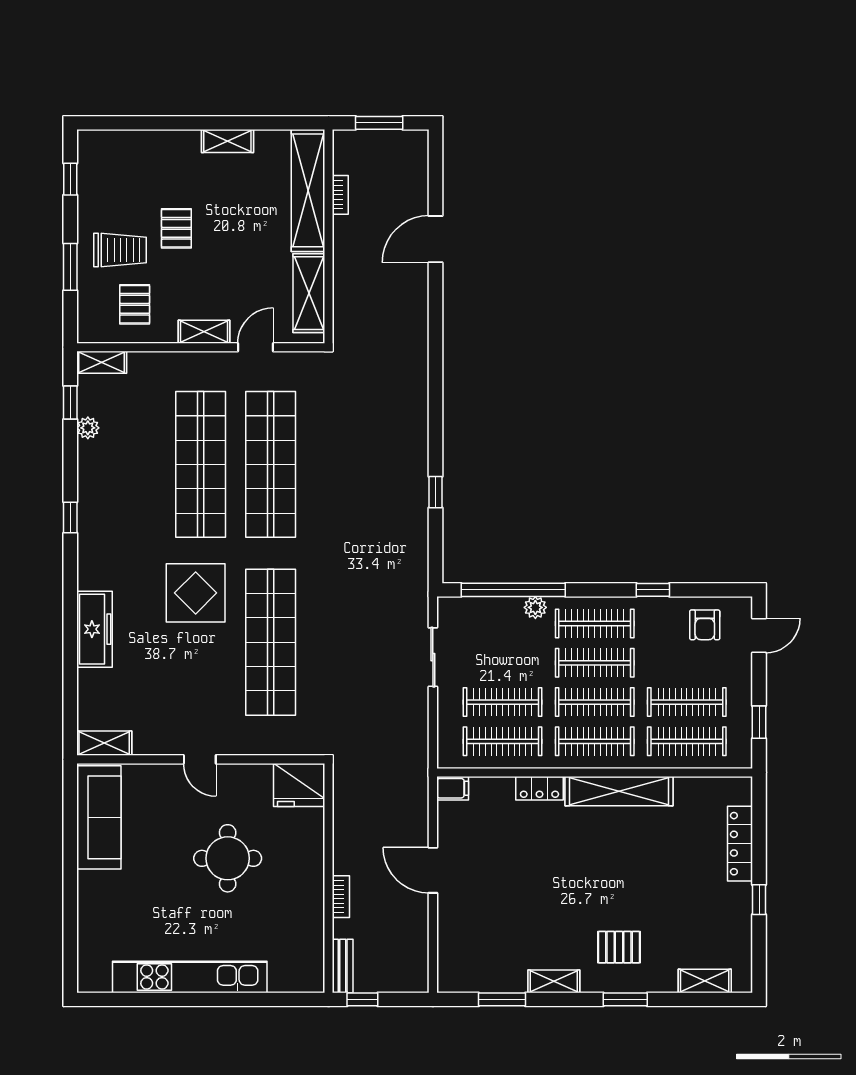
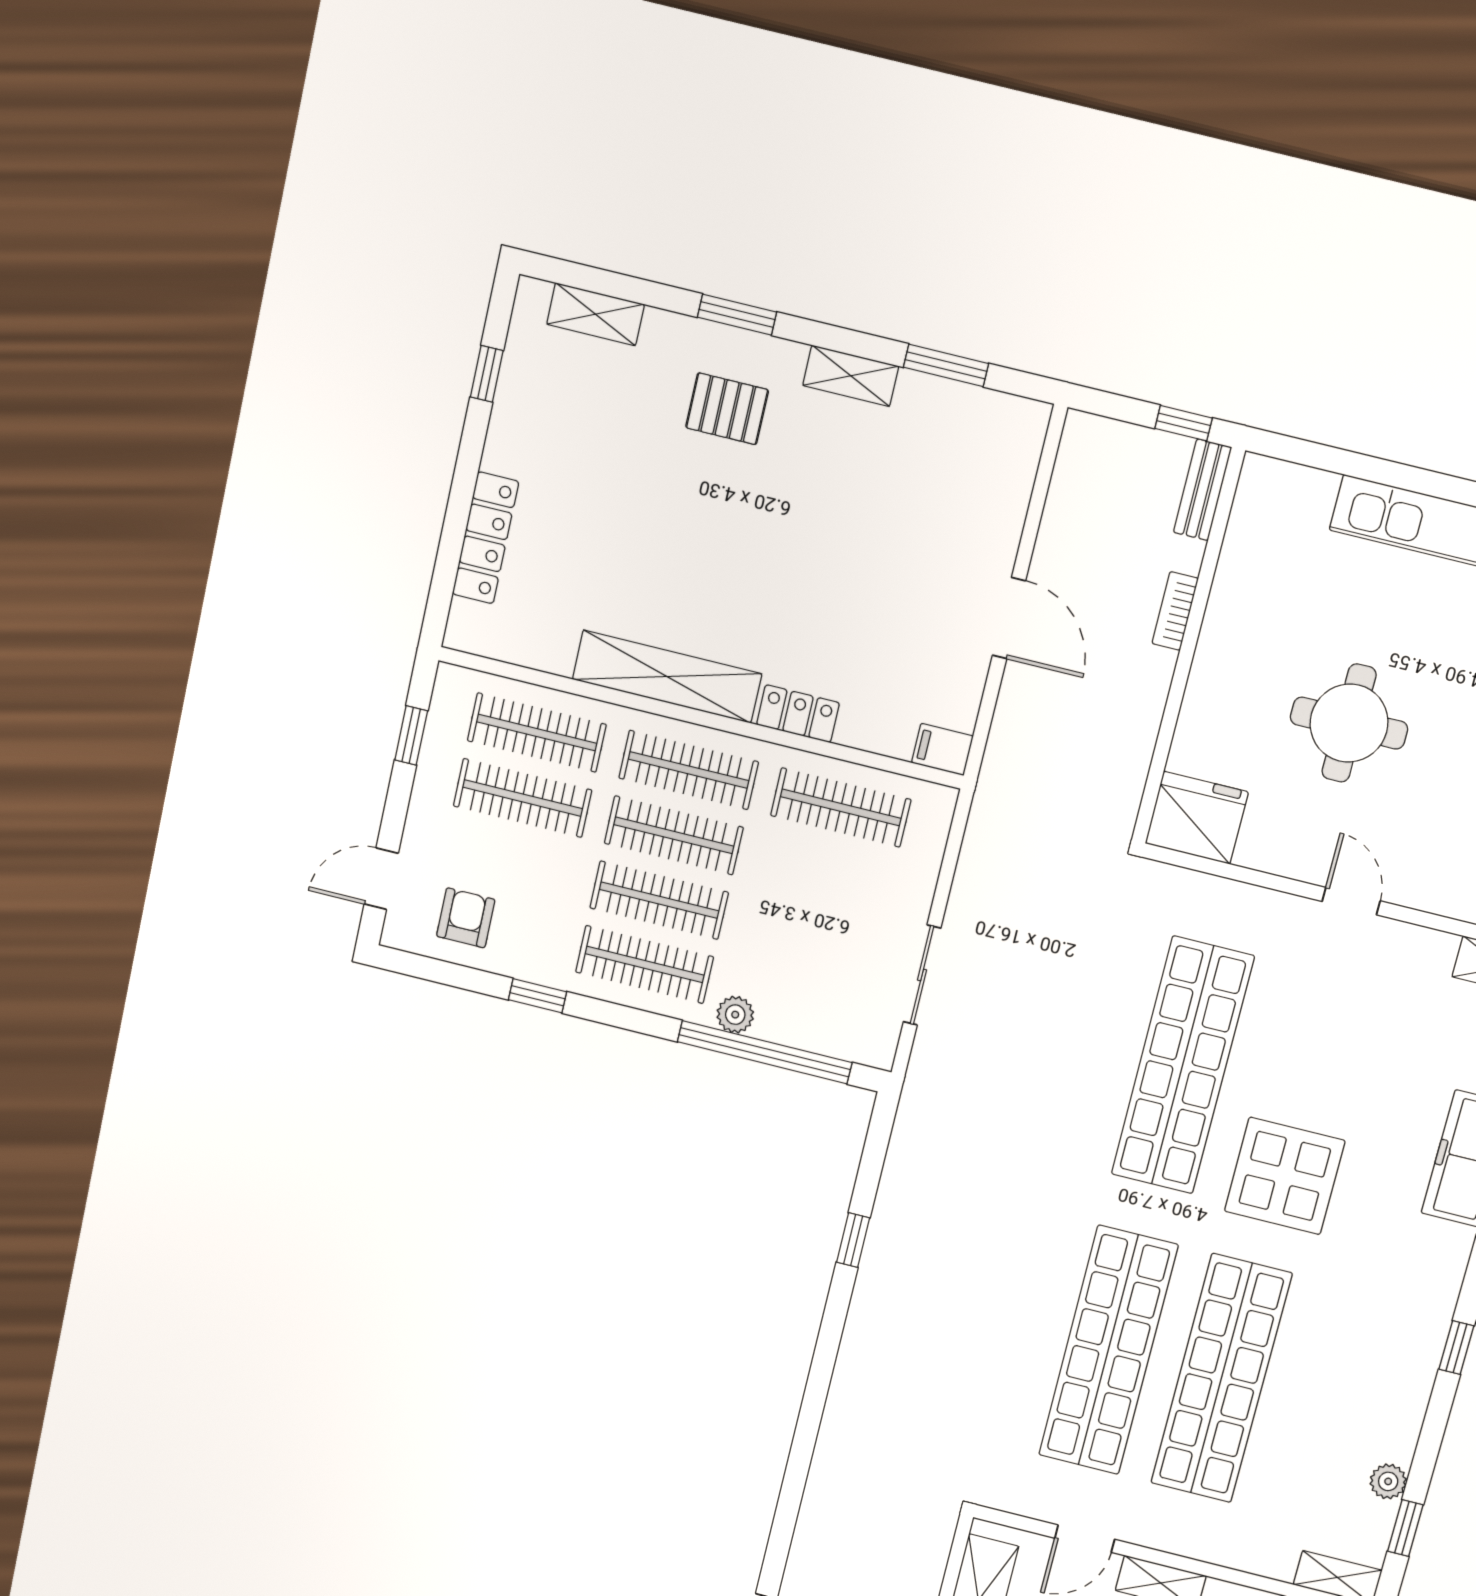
clothes rail: (503, 702) -> (825, 873), removed
window: (759, 900) -> (487, 374), moved

